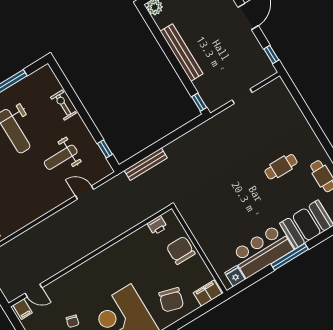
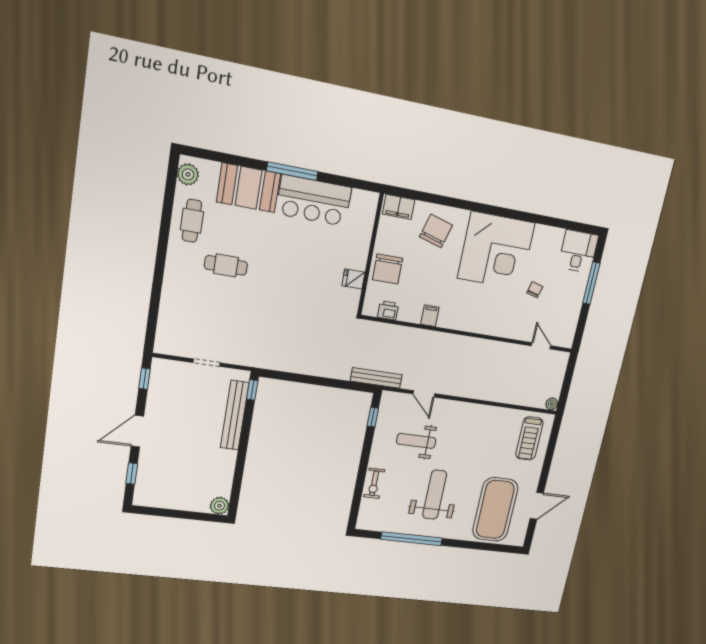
bench: (182, 53) -> (235, 415), moved
weight bench: (61, 157) -> (416, 441), turned 180
bench: (146, 164) -> (376, 378), moved
fridge: (235, 276) -> (353, 279), moved, turned 90
filing cabinet: (23, 309) -> (430, 316), moved

